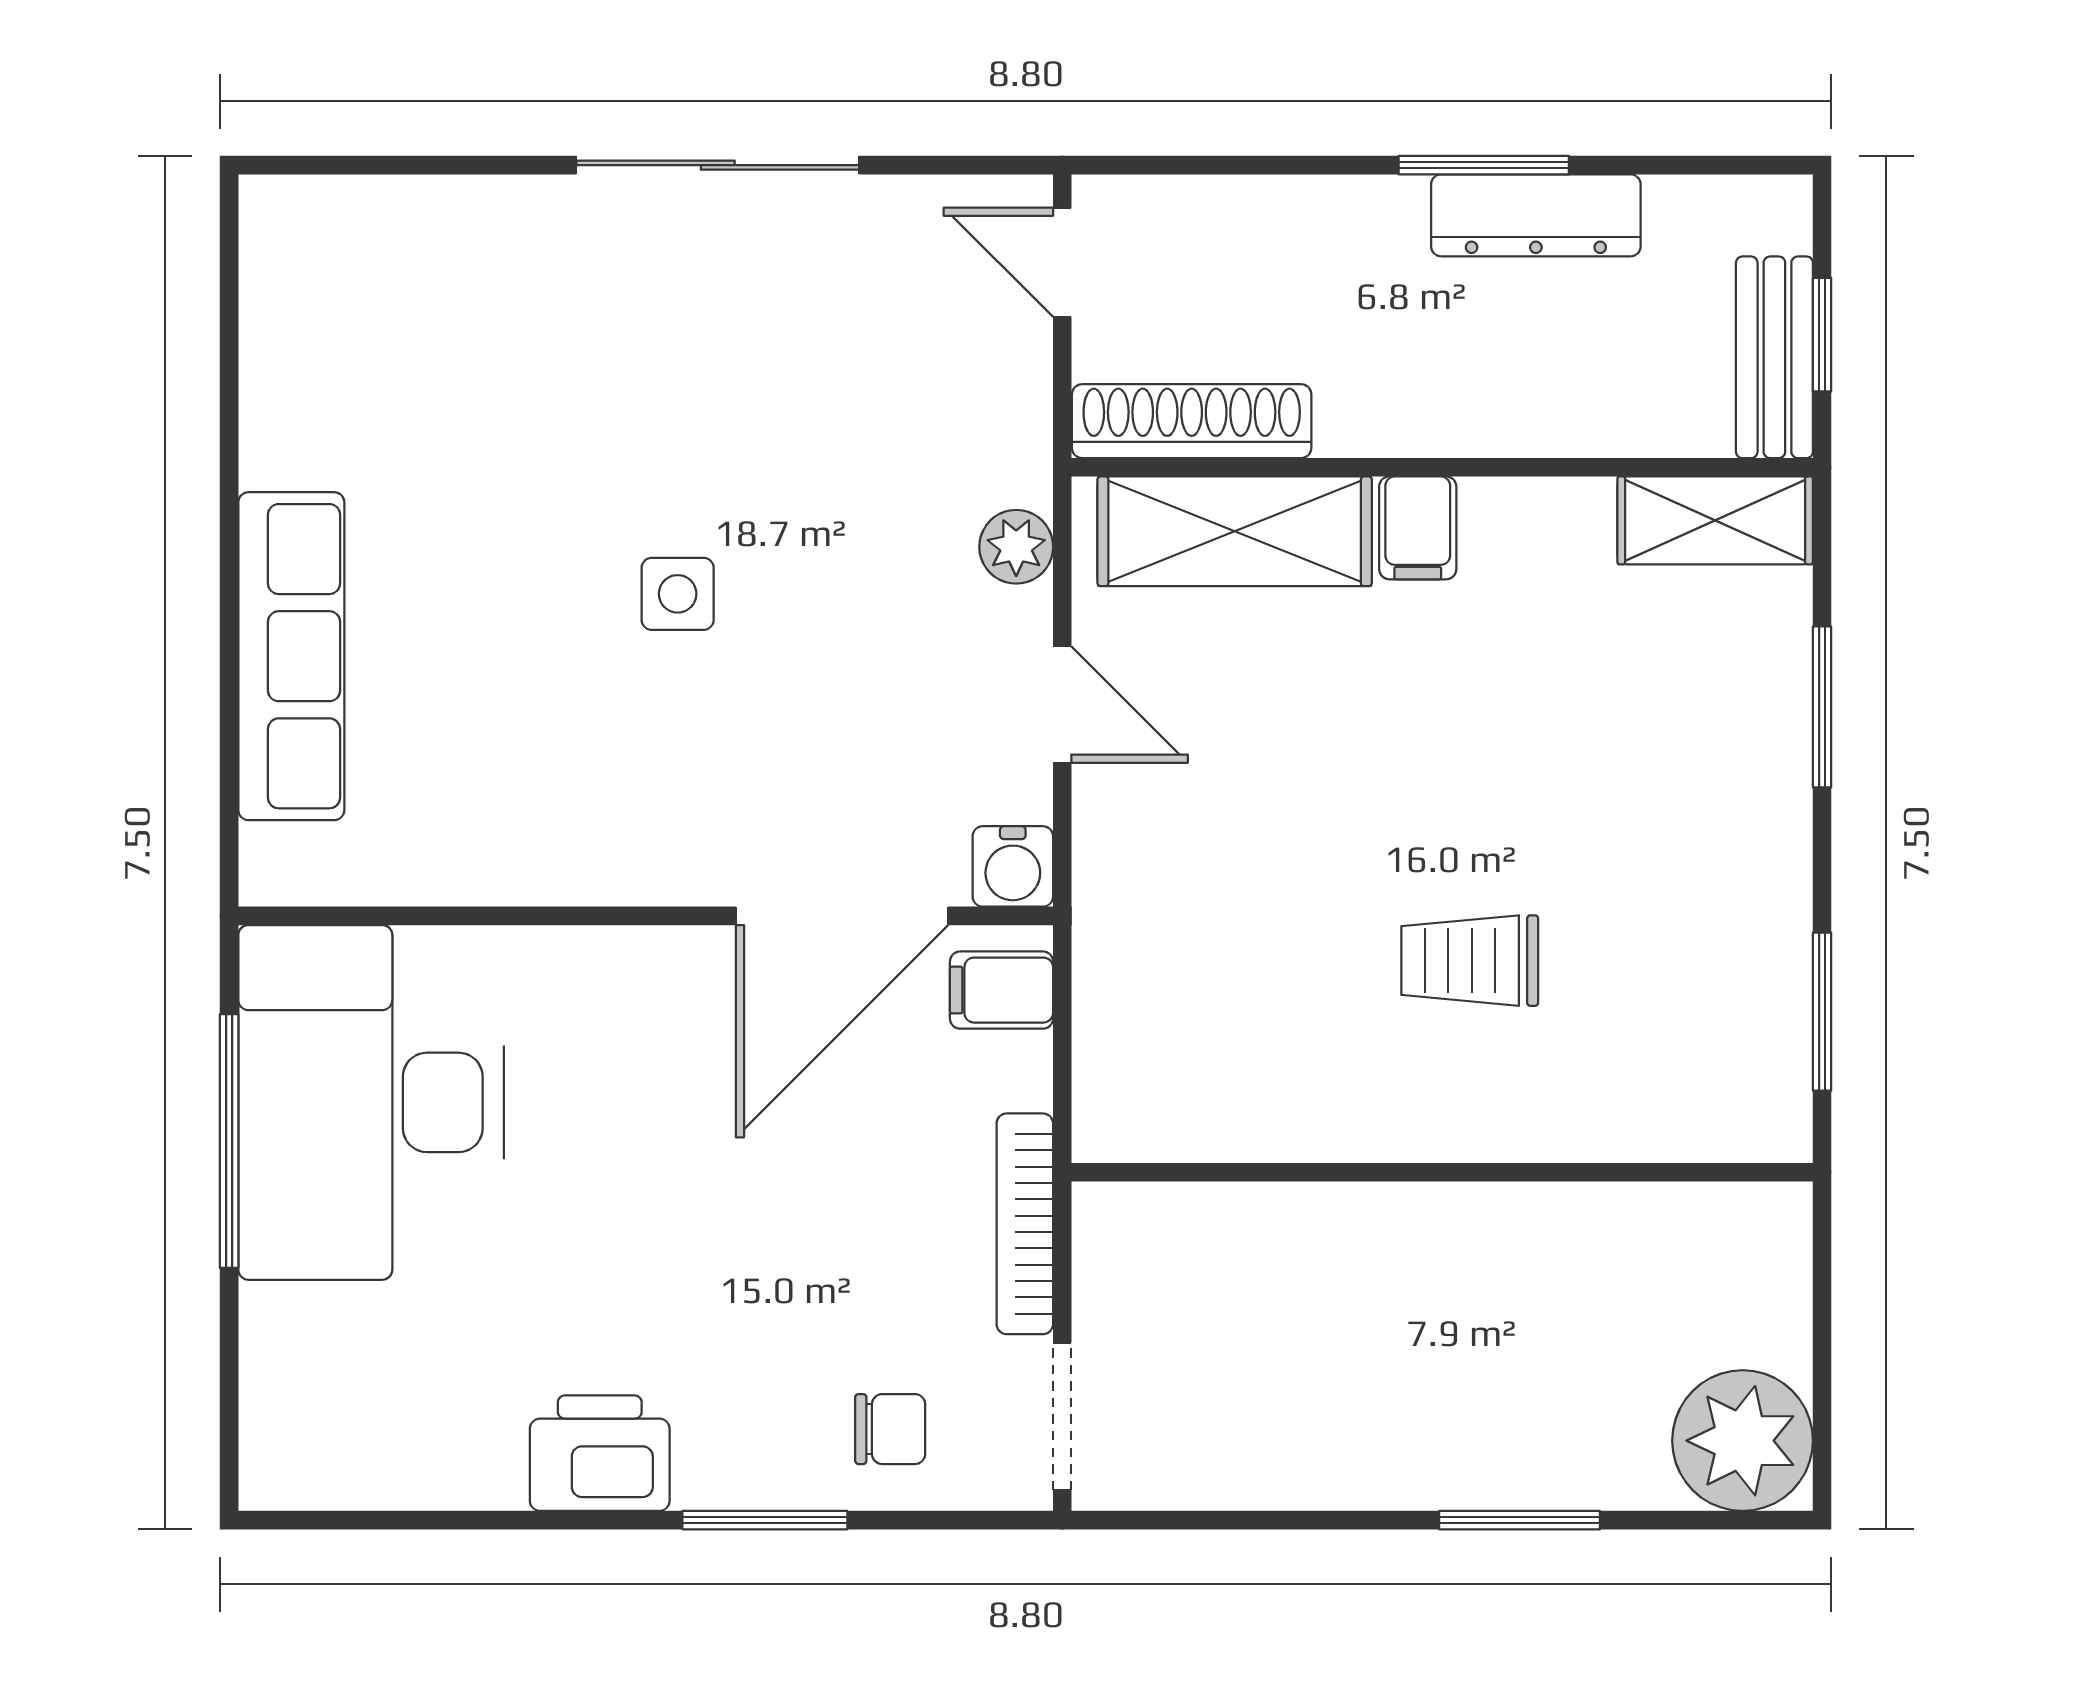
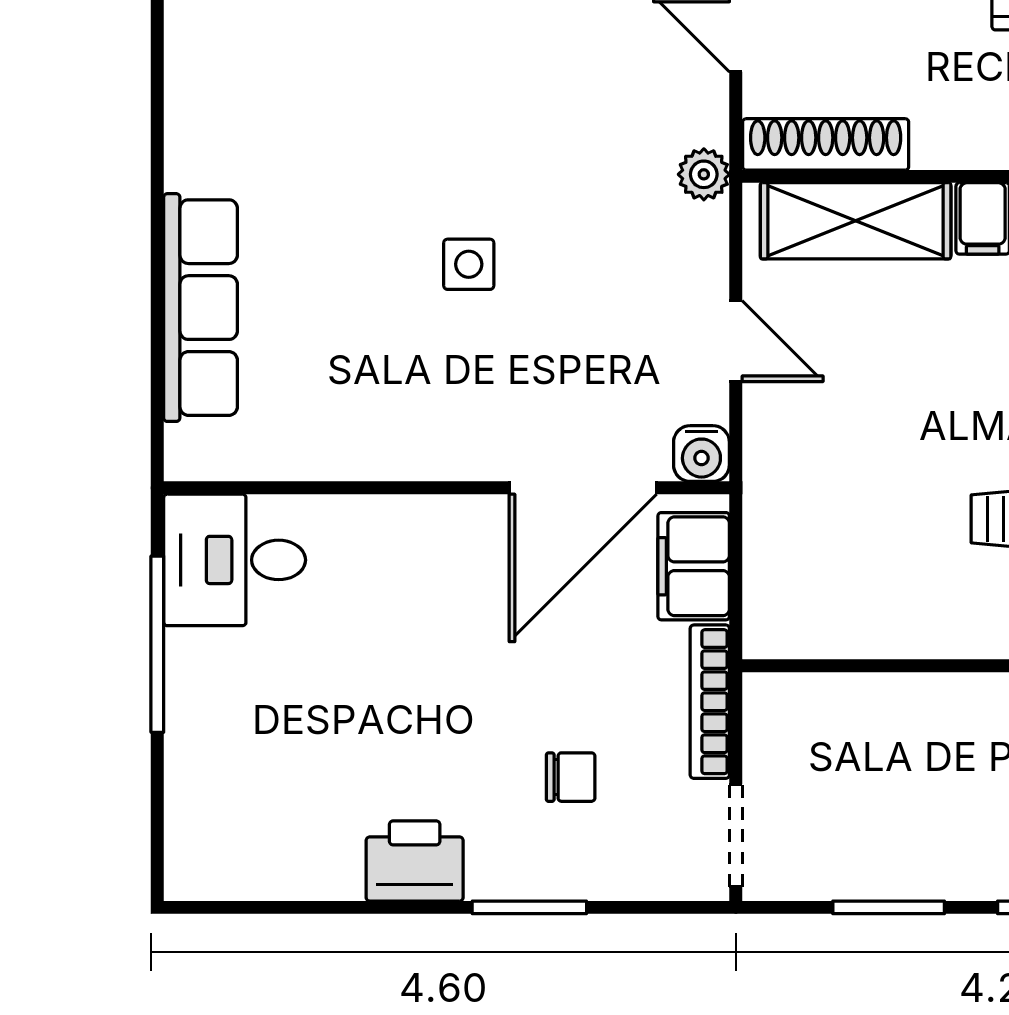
plant: (1016, 547) -> (704, 174), moved
filing cabinet: (1002, 990) -> (694, 566), width x2.00
desk: (371, 1102) -> (235, 560), width x0.53, depth x0.77
chair: (890, 1429) -> (571, 777), moved
window: (1282, 1520) -> (889, 907), added

